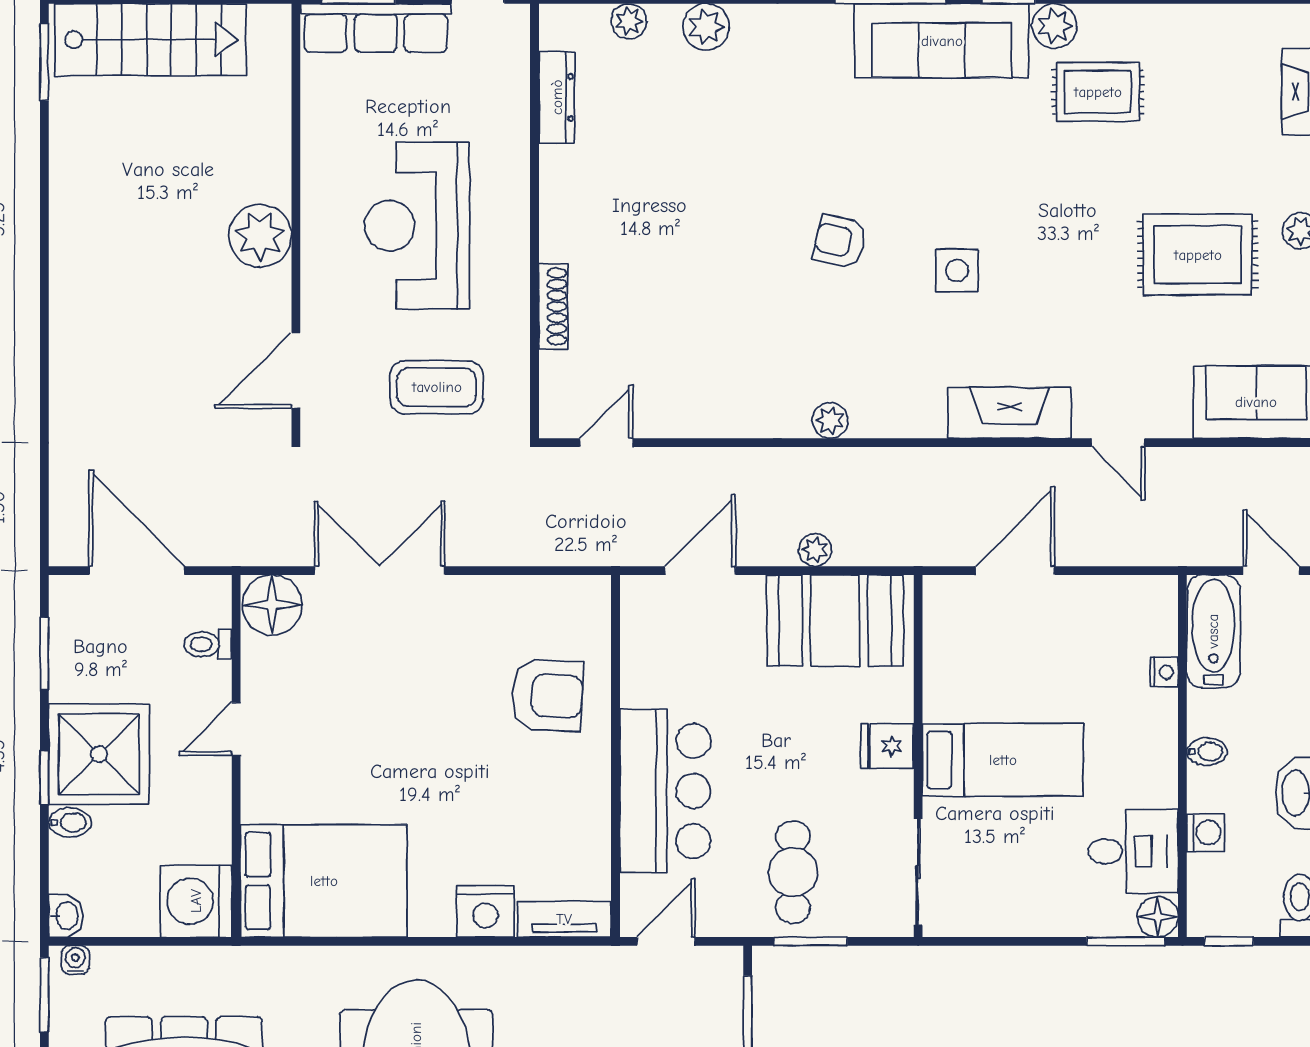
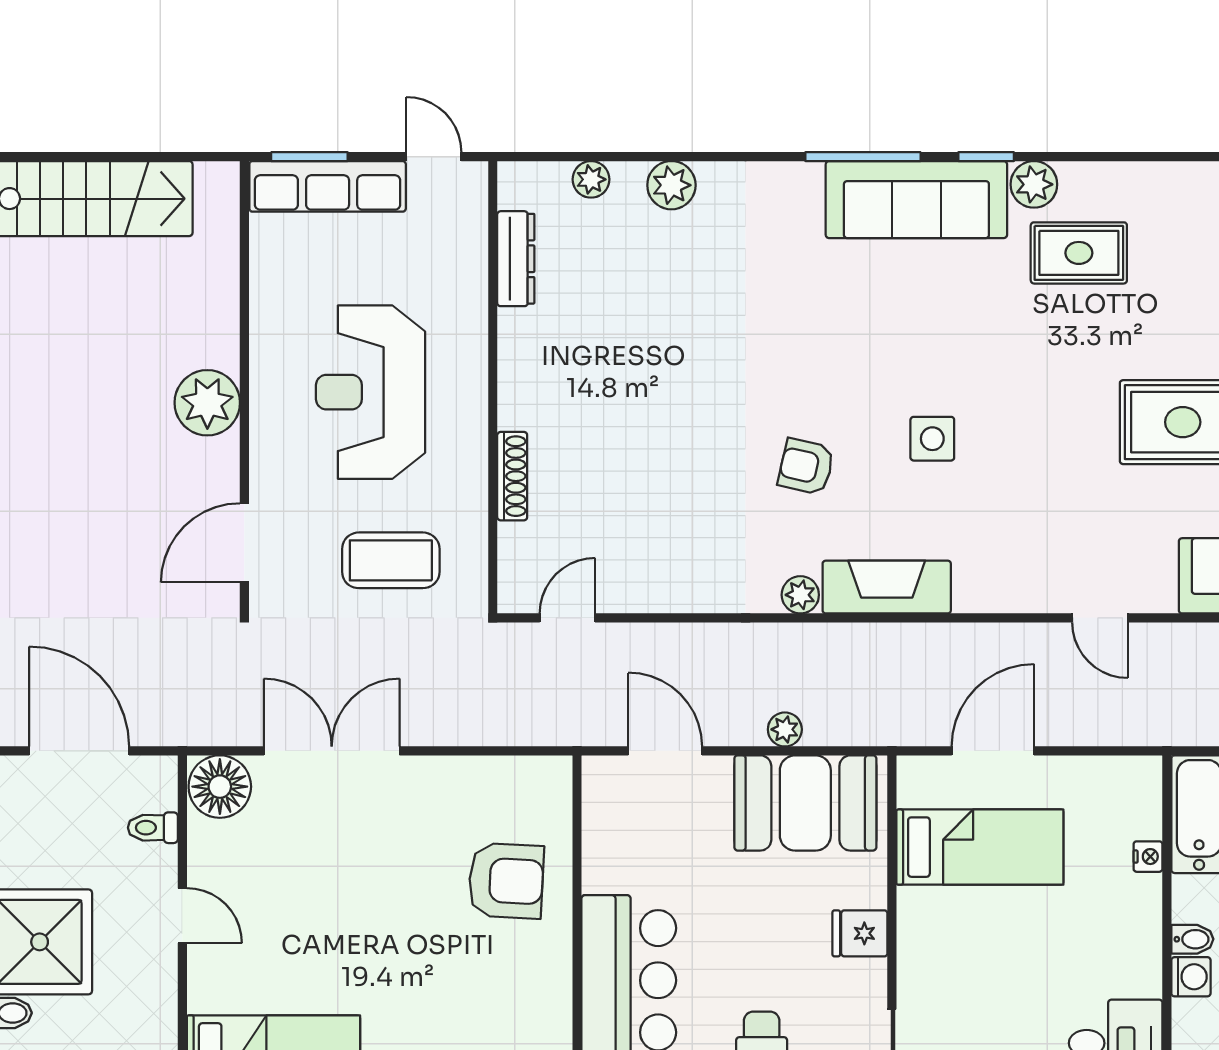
armchair: (840, 241) -> (806, 467), moved
fireplace: (1009, 413) -> (887, 587), moved
door: (700, 571) -> (665, 751), hinge flipped
door: (236, 729) -> (182, 916), swing flipped
bed: (1003, 760) -> (980, 847), moved
washing machine: (1206, 832) -> (1191, 977), moved

